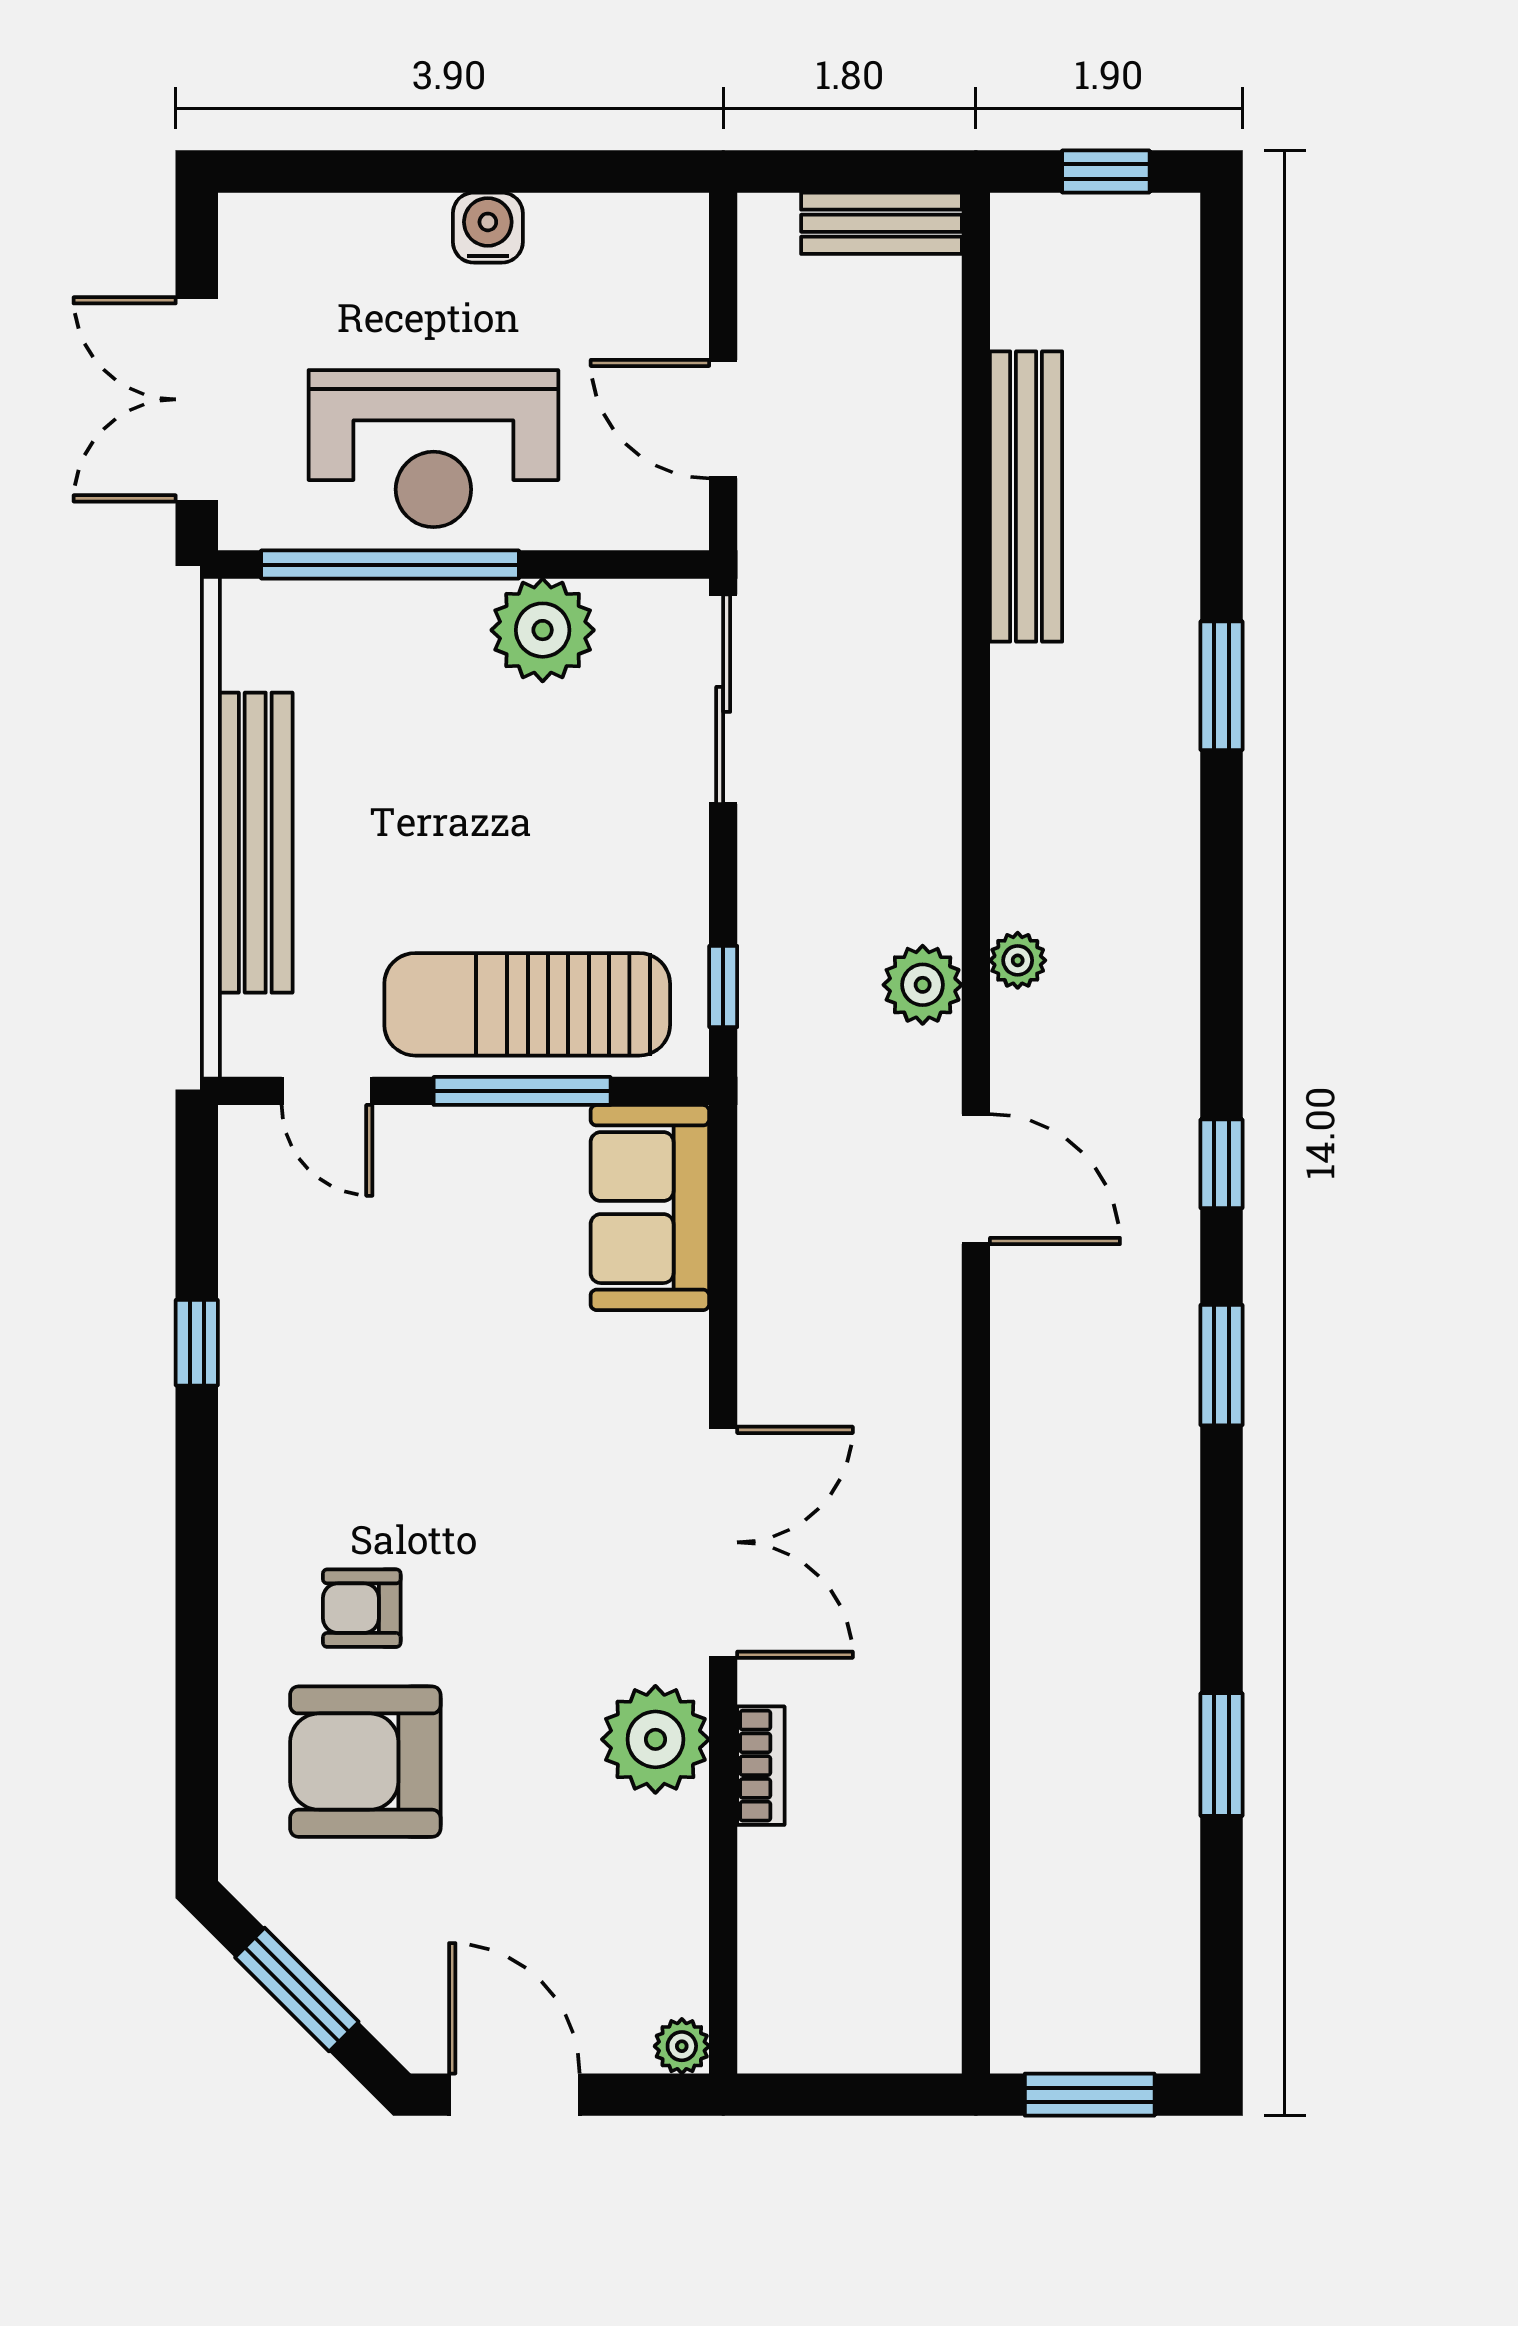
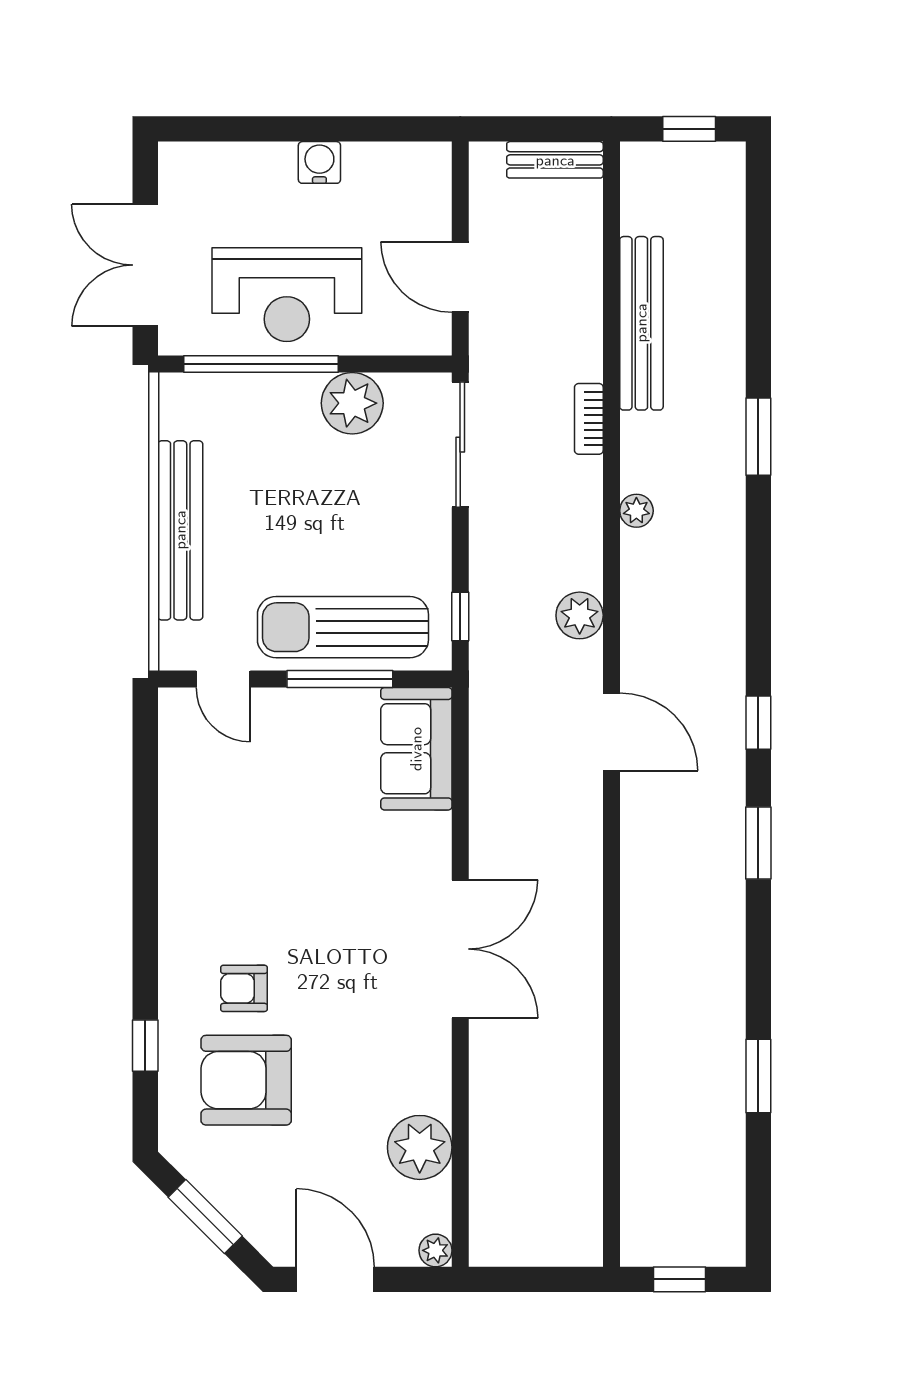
plant: (1018, 960) -> (636, 511), moved
window: (197, 1343) -> (145, 1046), moved
plant: (655, 1739) -> (420, 1147), moved
bookcase: (761, 1766) -> (589, 419), moved, turned 180
window: (1090, 2095) -> (679, 1279), width x0.67

